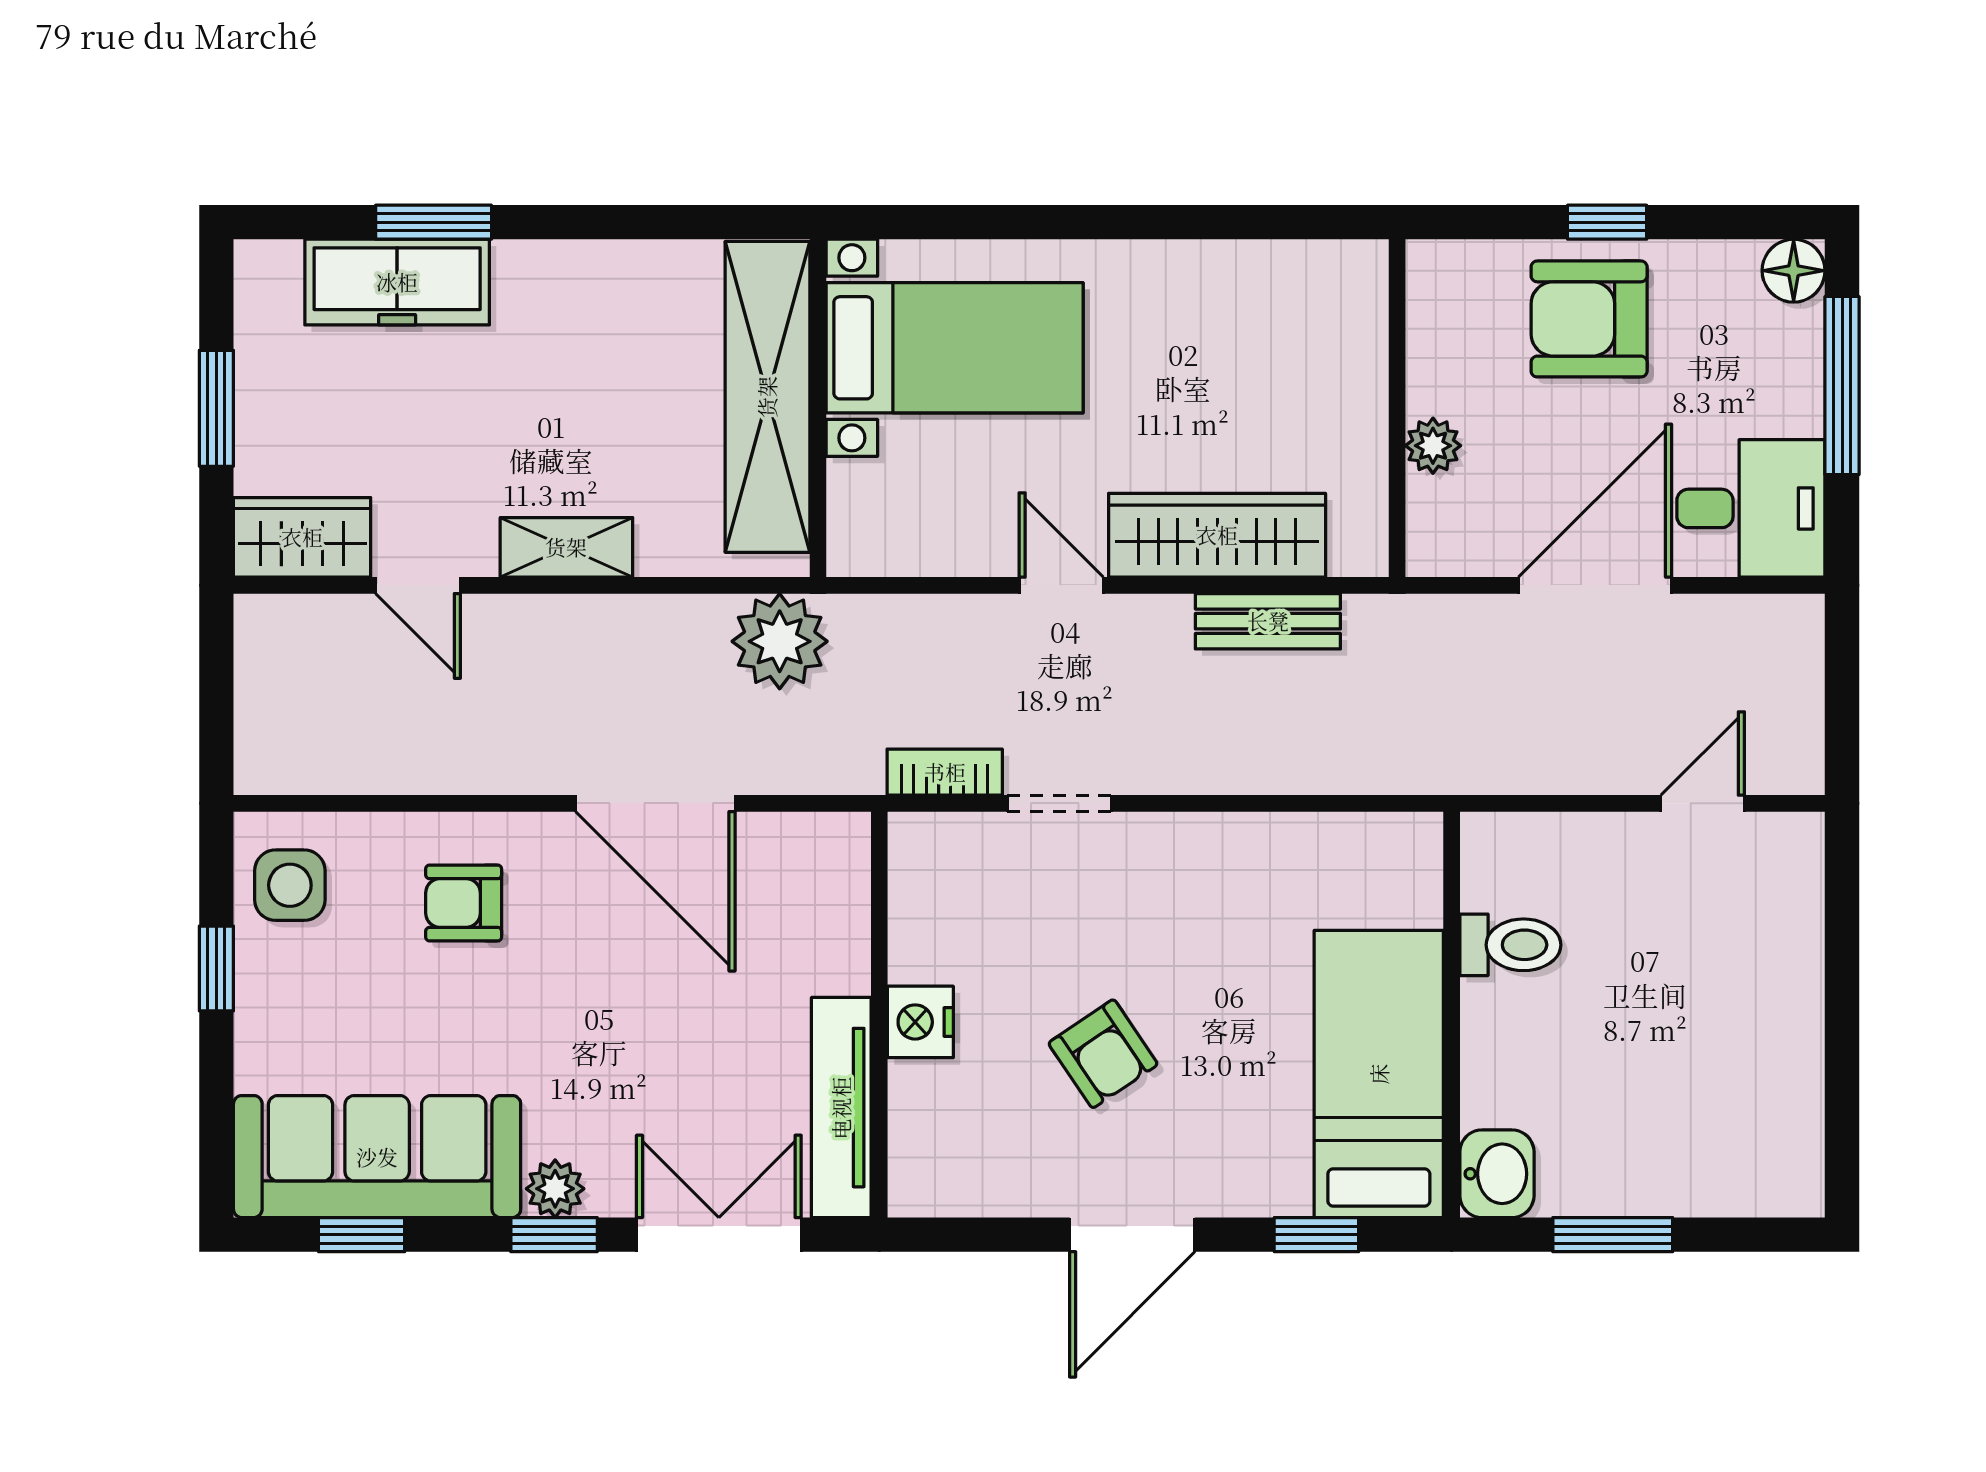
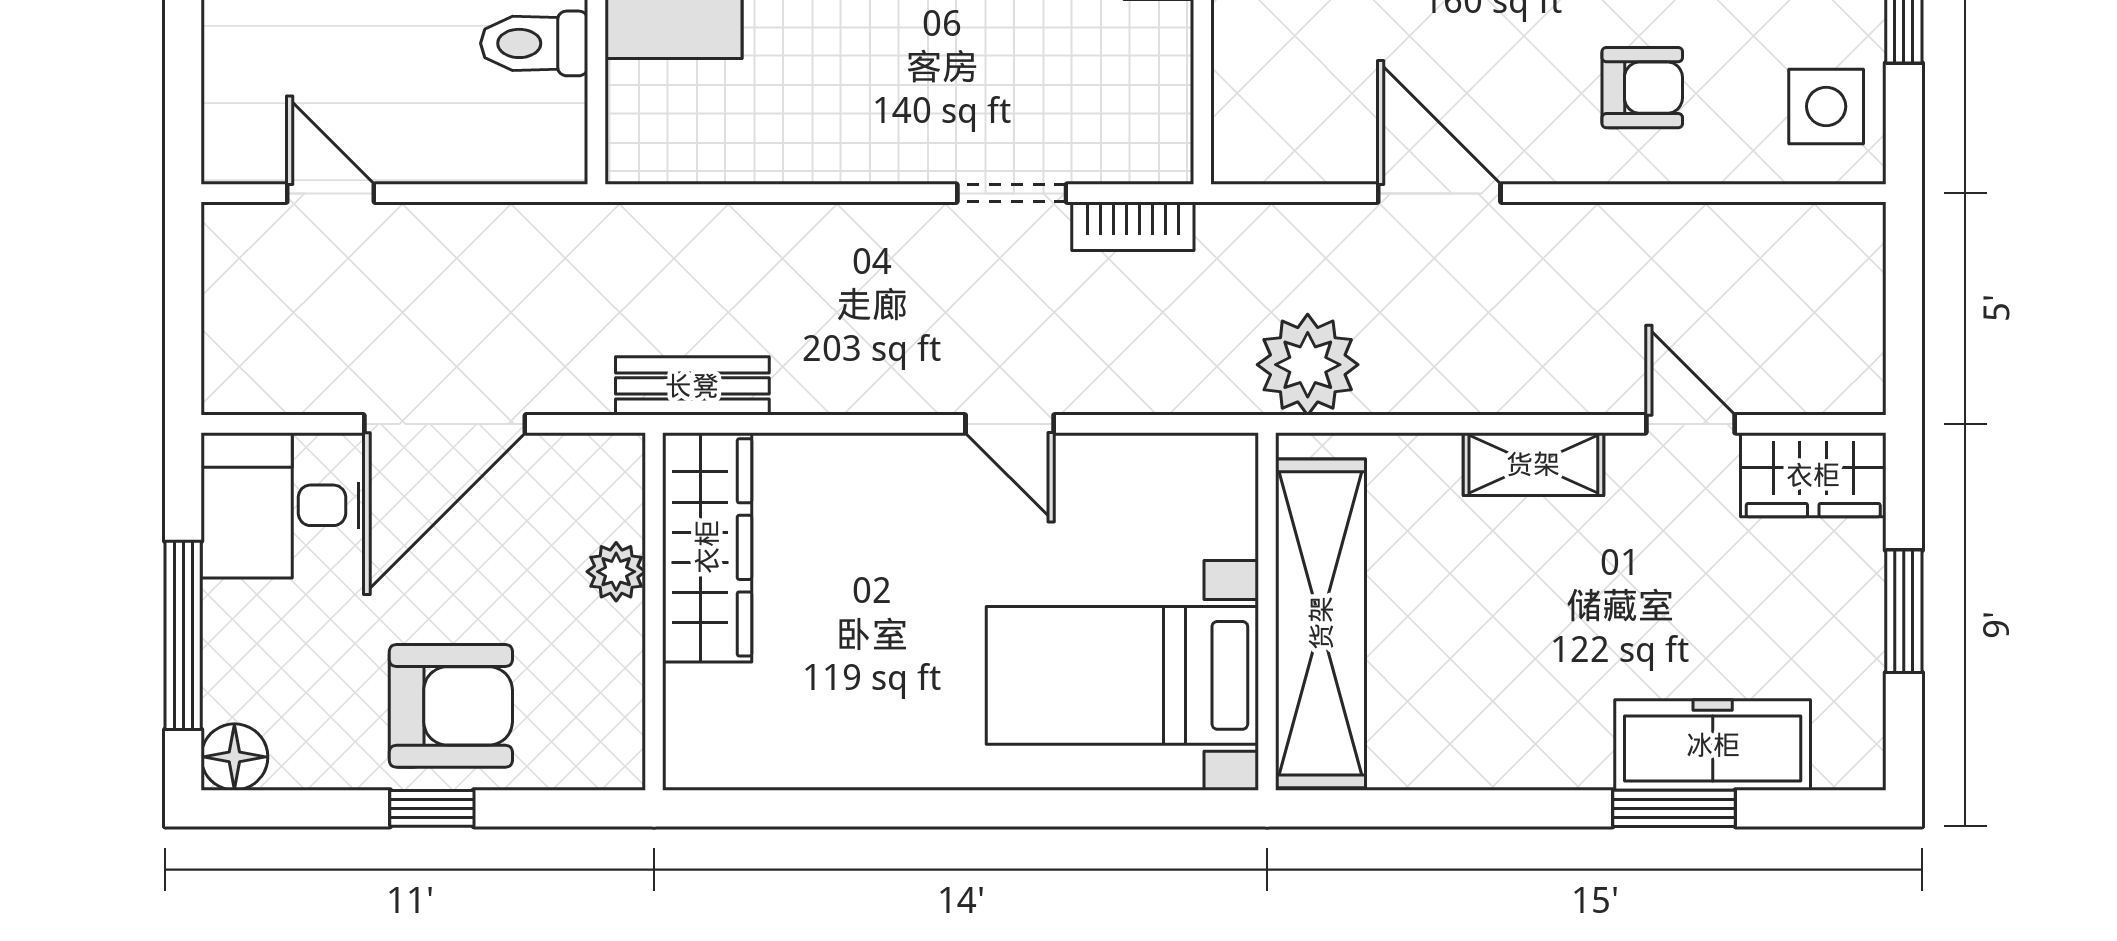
wardrobe: (1217, 535) -> (707, 547), moved, turned -90
bench: (1268, 621) -> (692, 386), moved
door: (655, 803) -> (1439, 193), width x0.73
door: (1703, 803) -> (331, 193), swing flipped

